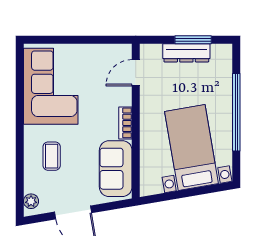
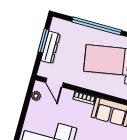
plant: (109, 51) -> (36, 96), added

